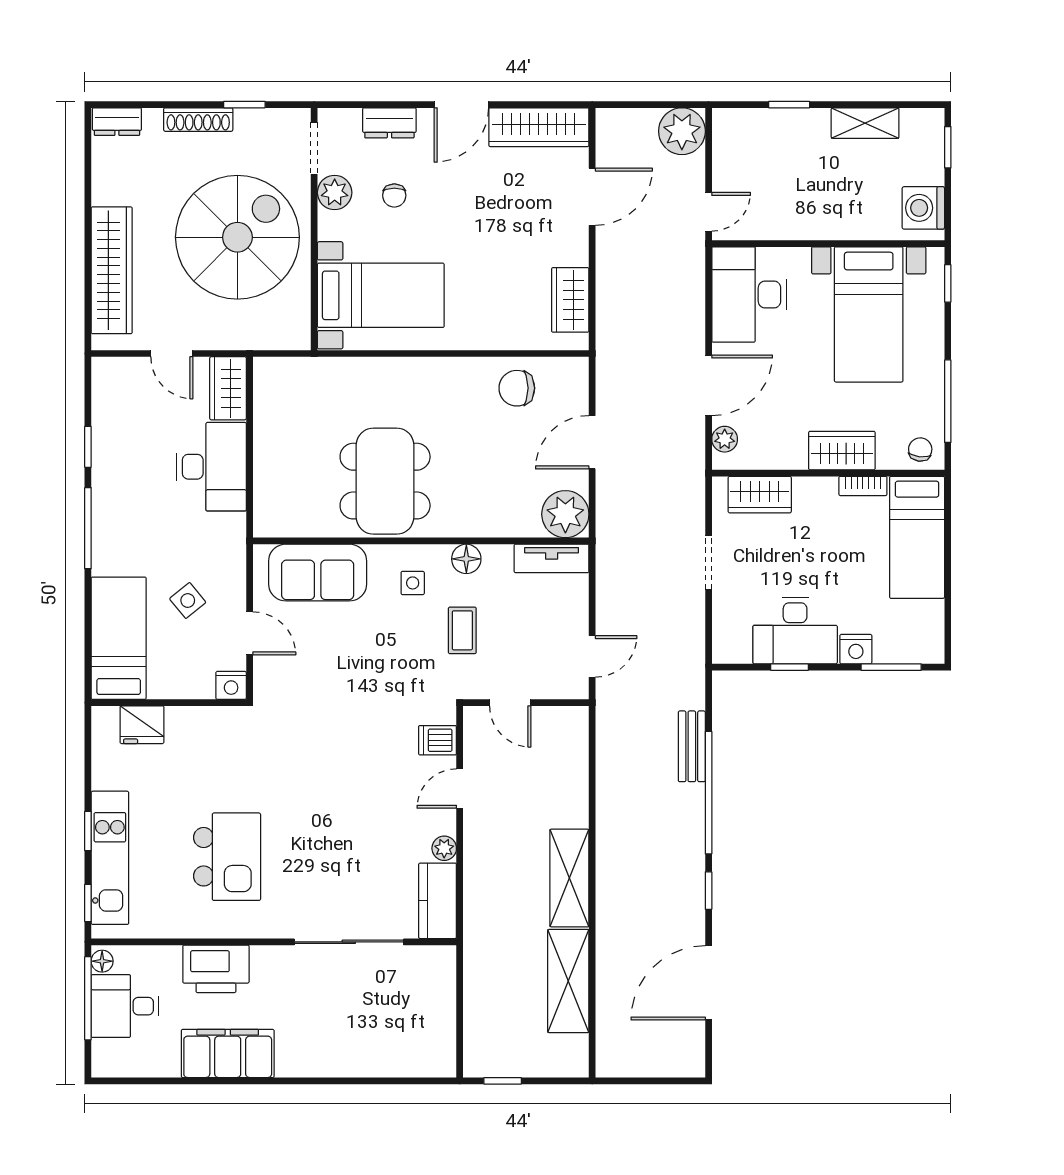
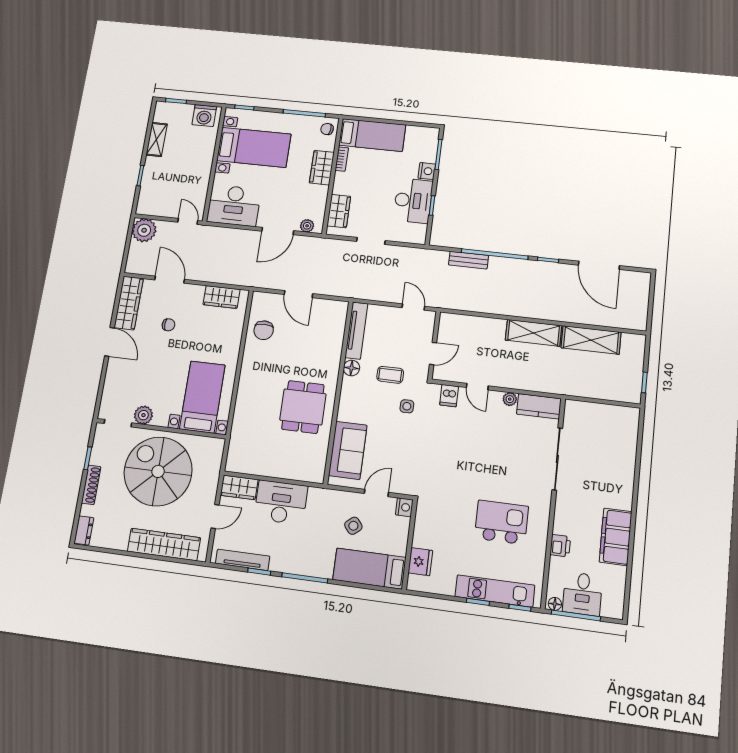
dresser: (389, 123) -> (112, 381), removed
chair: (394, 195) -> (169, 325), moved
door: (709, 385) -> (278, 231), swing flipped
tv unit: (104, 414) -> (243, 560), added
dining table: (385, 481) -> (303, 407), width x0.73
plant: (565, 514) -> (335, 312), removed
tv unit: (552, 558) -> (356, 331), width x1.41
side table: (413, 583) -> (407, 406), moved
printer: (216, 969) -> (560, 546), width x0.53, depth x0.68

